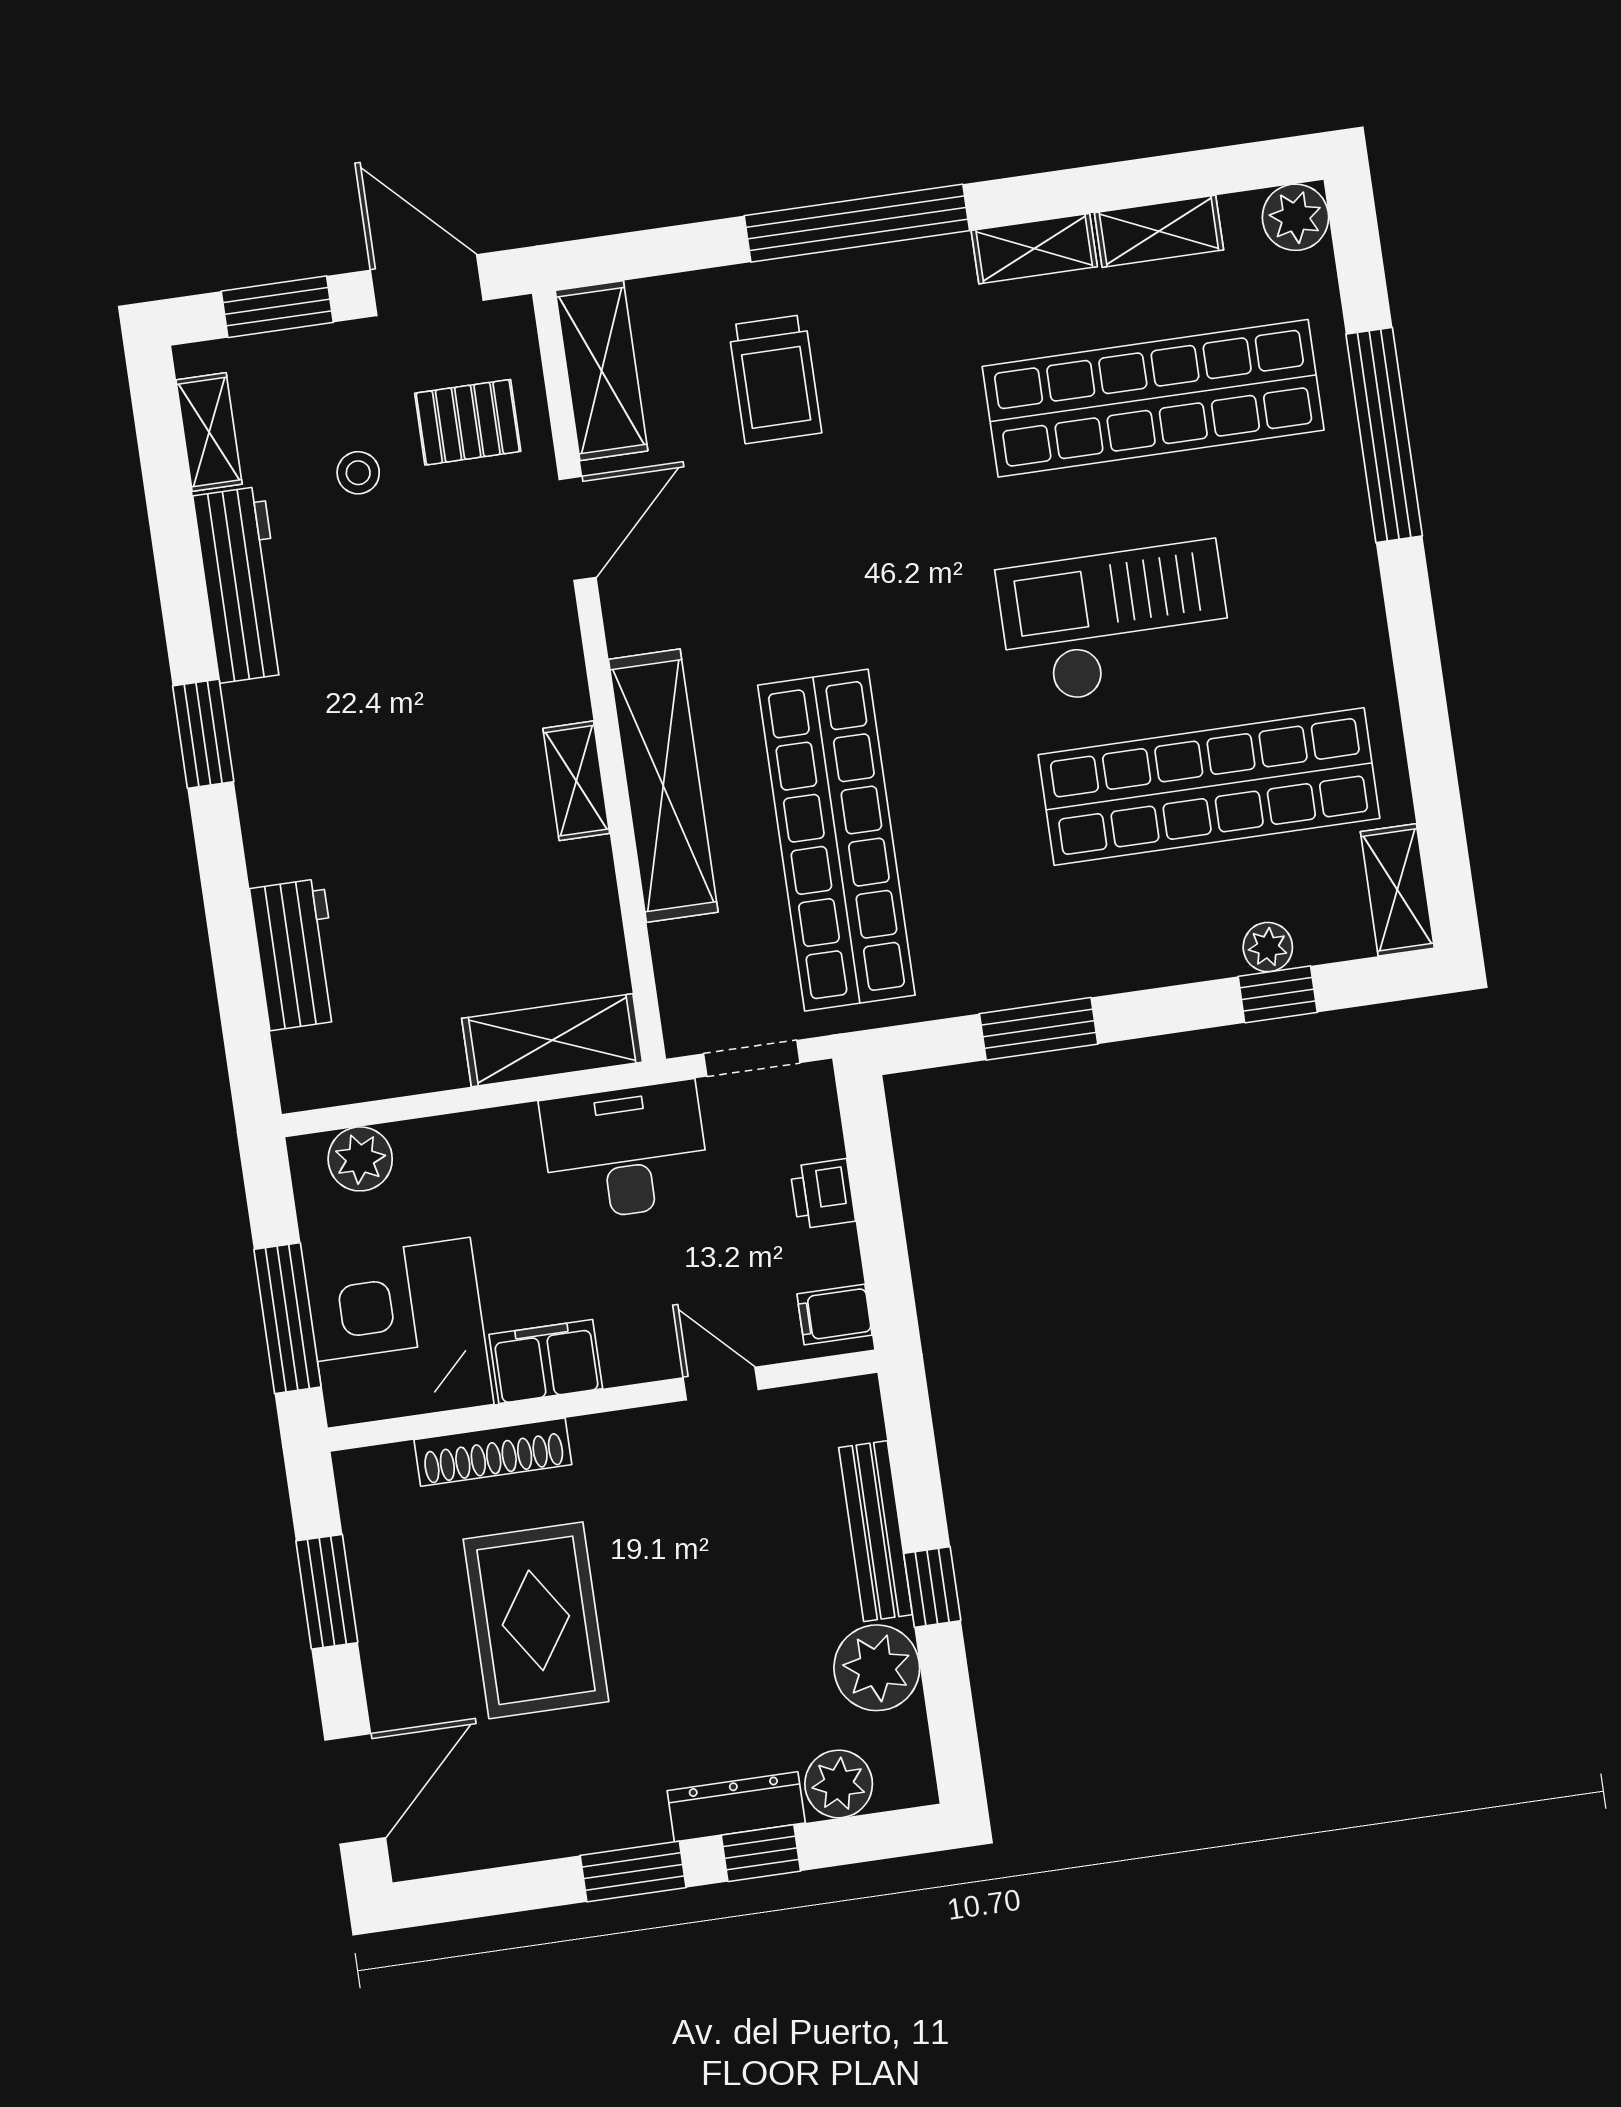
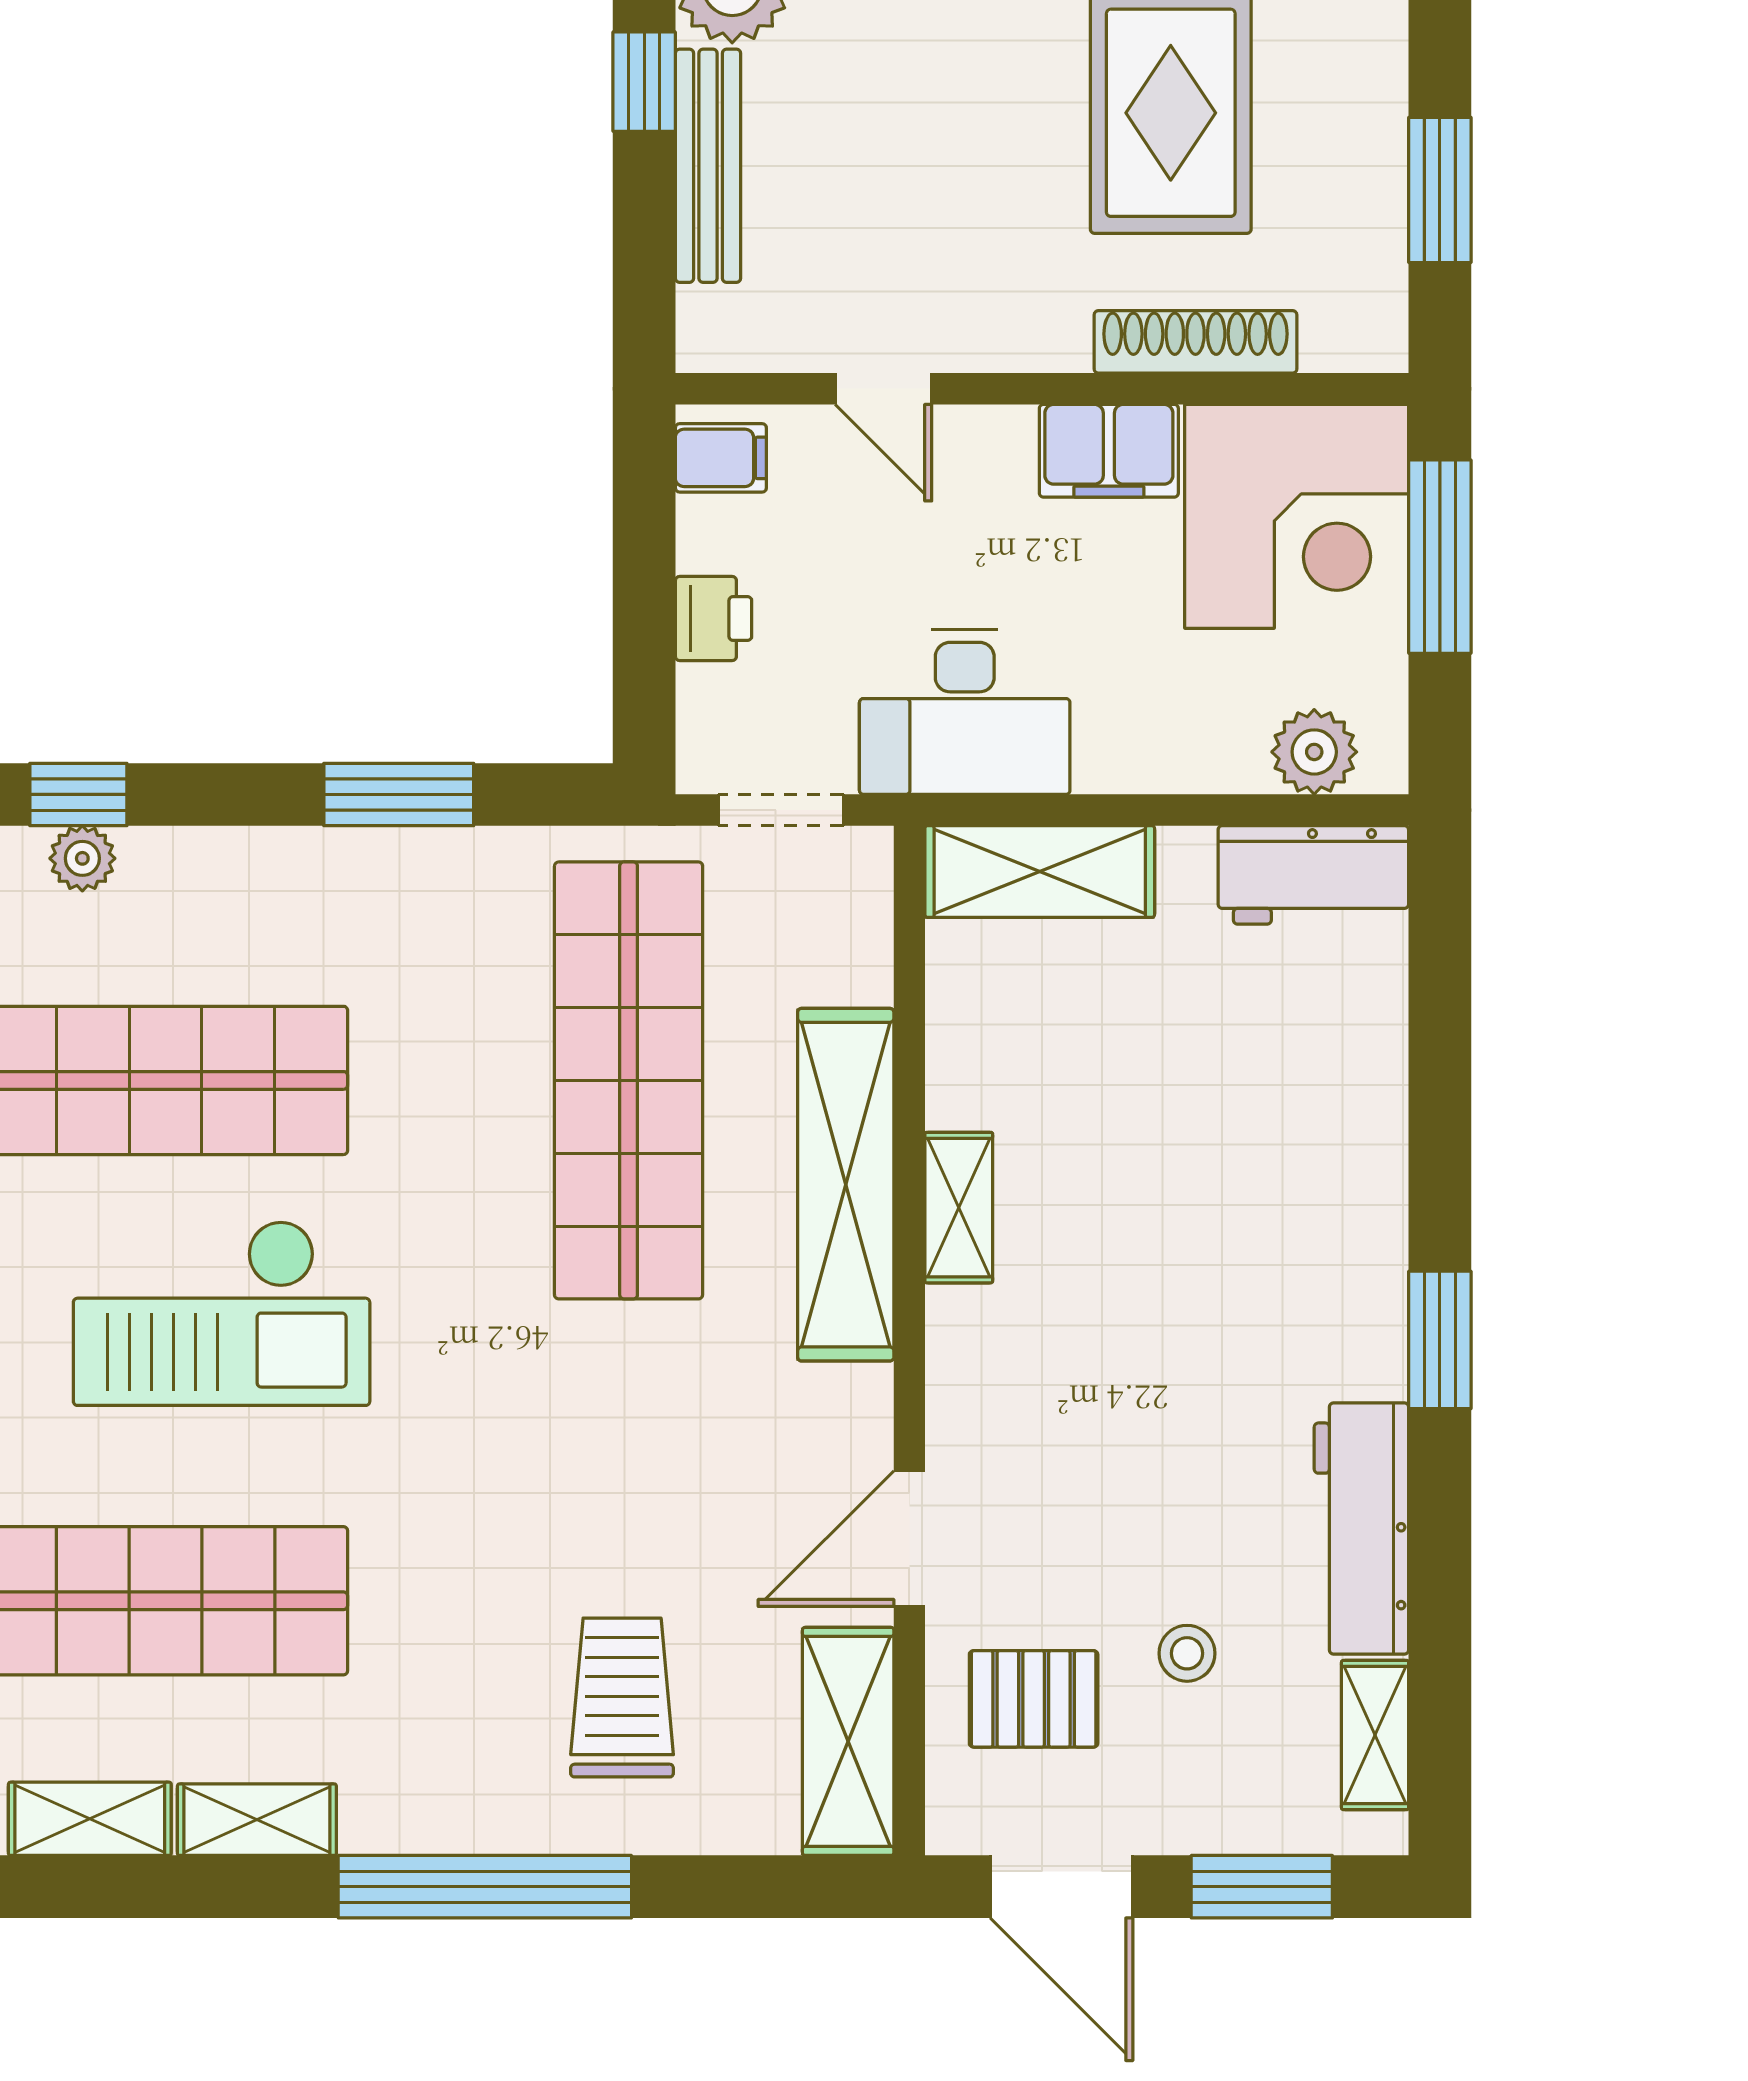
workbench: (296, 954) -> (1313, 875), moved, turned -90

